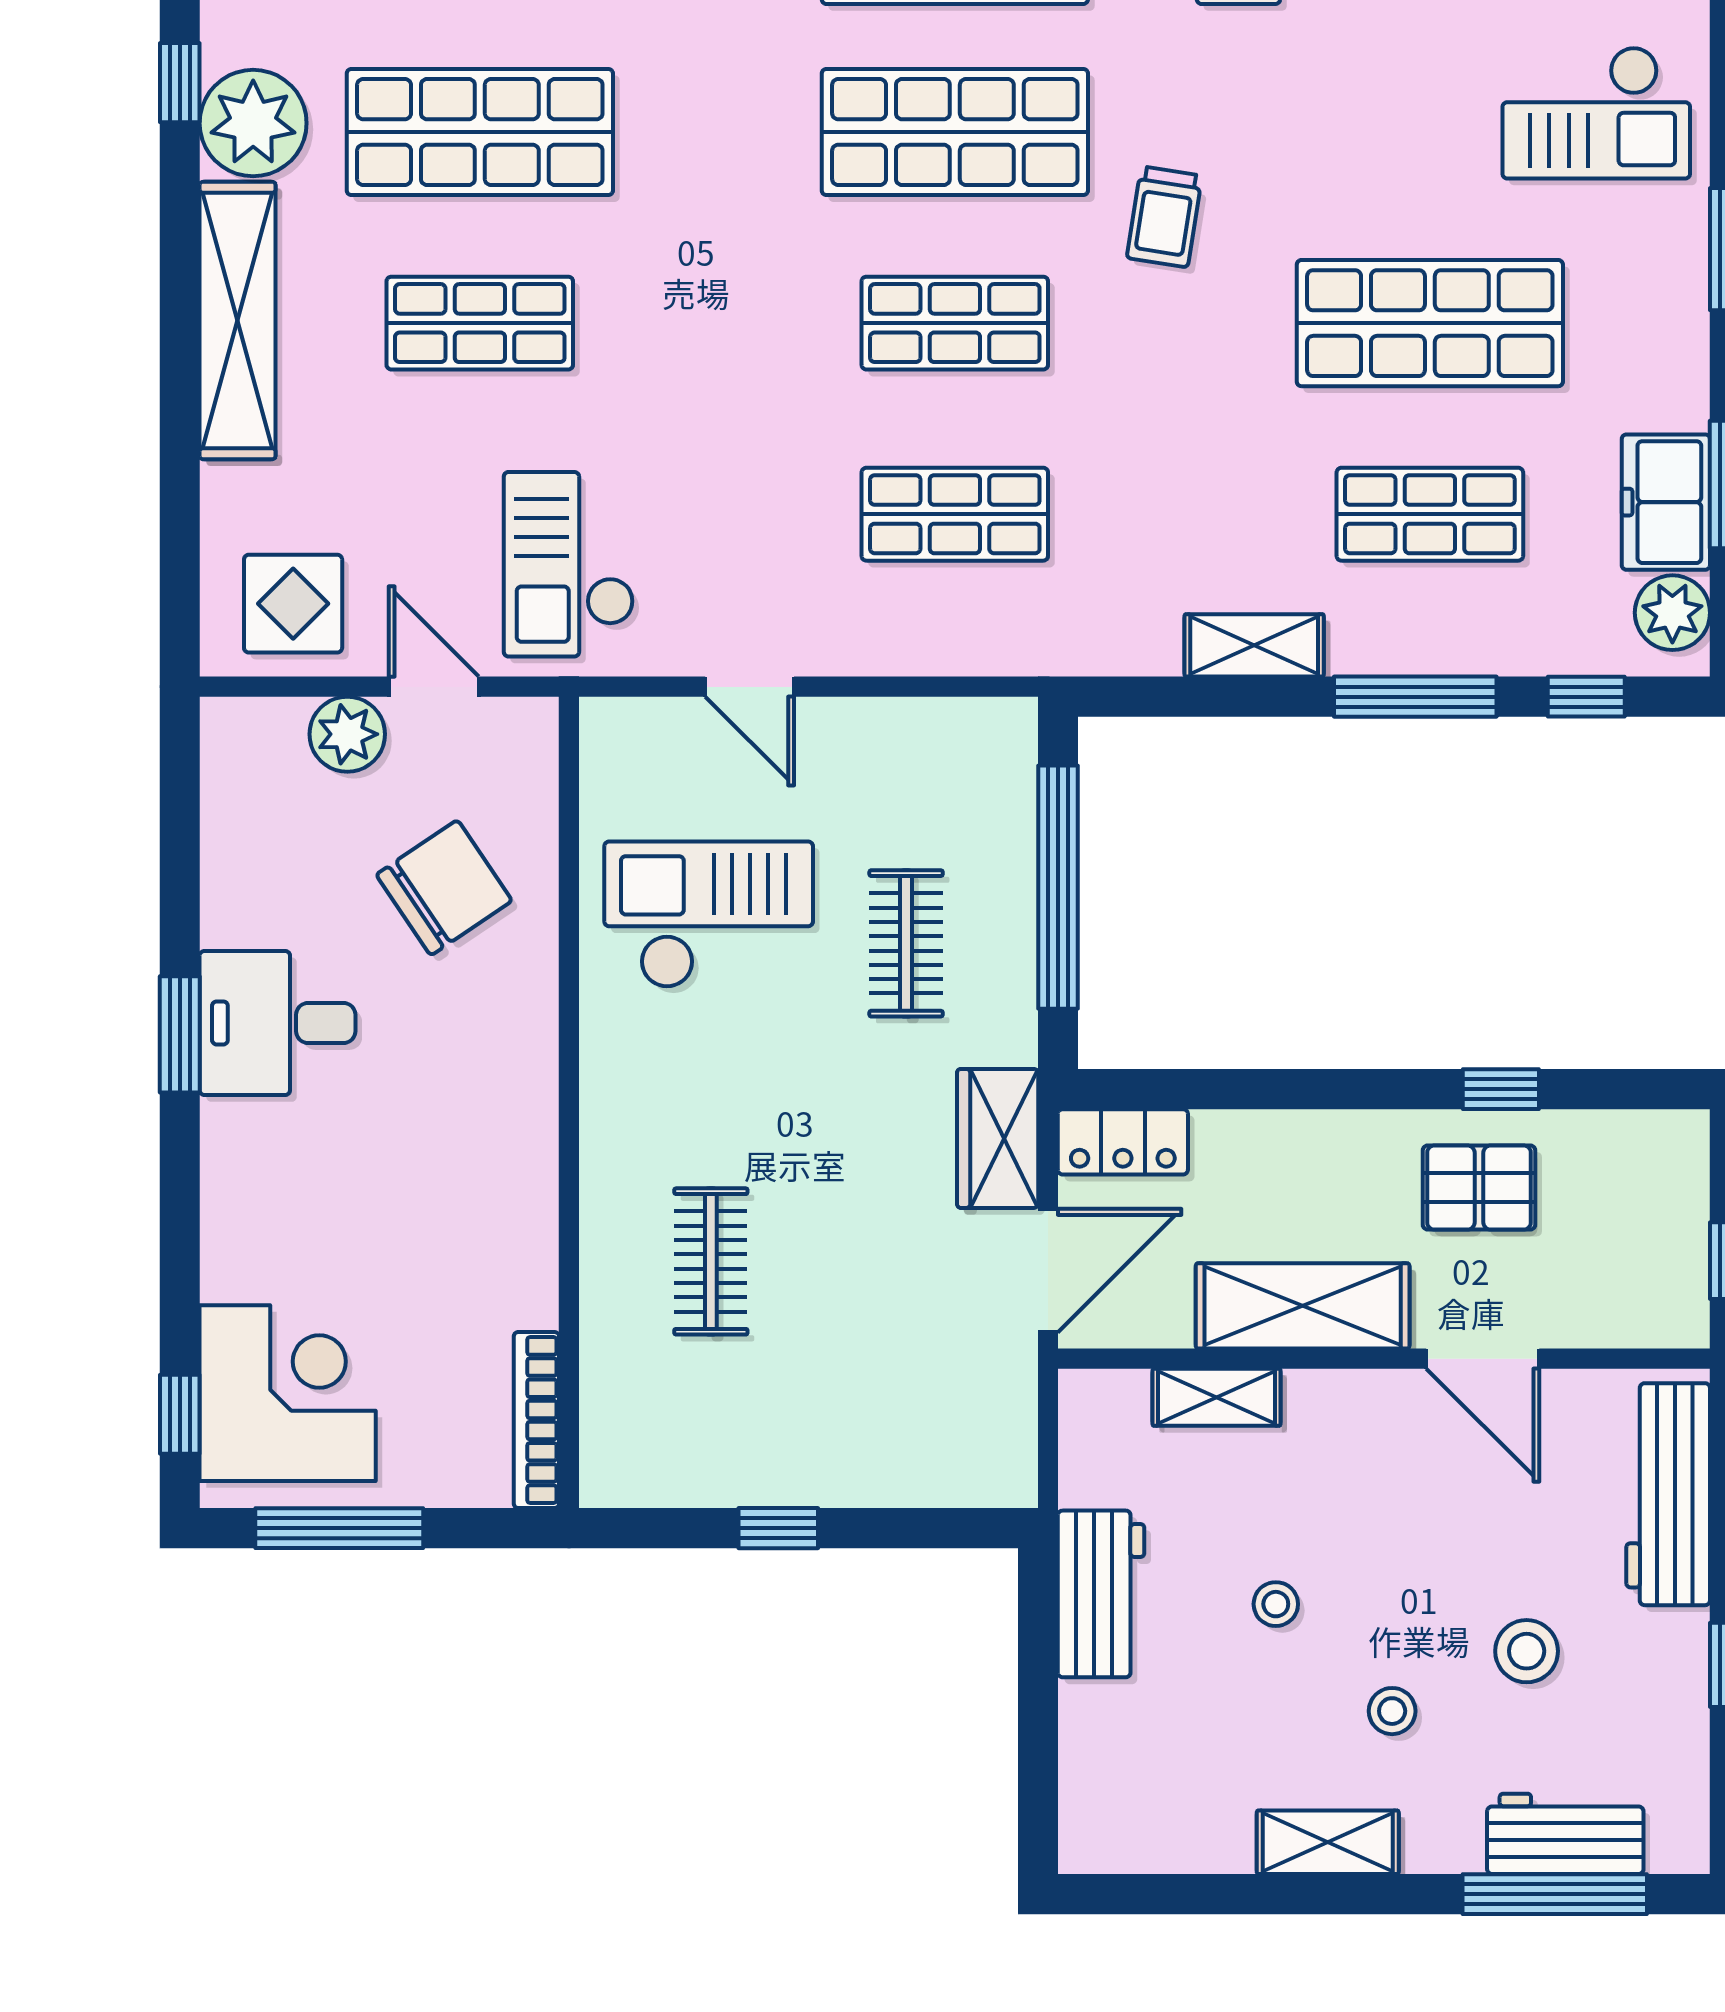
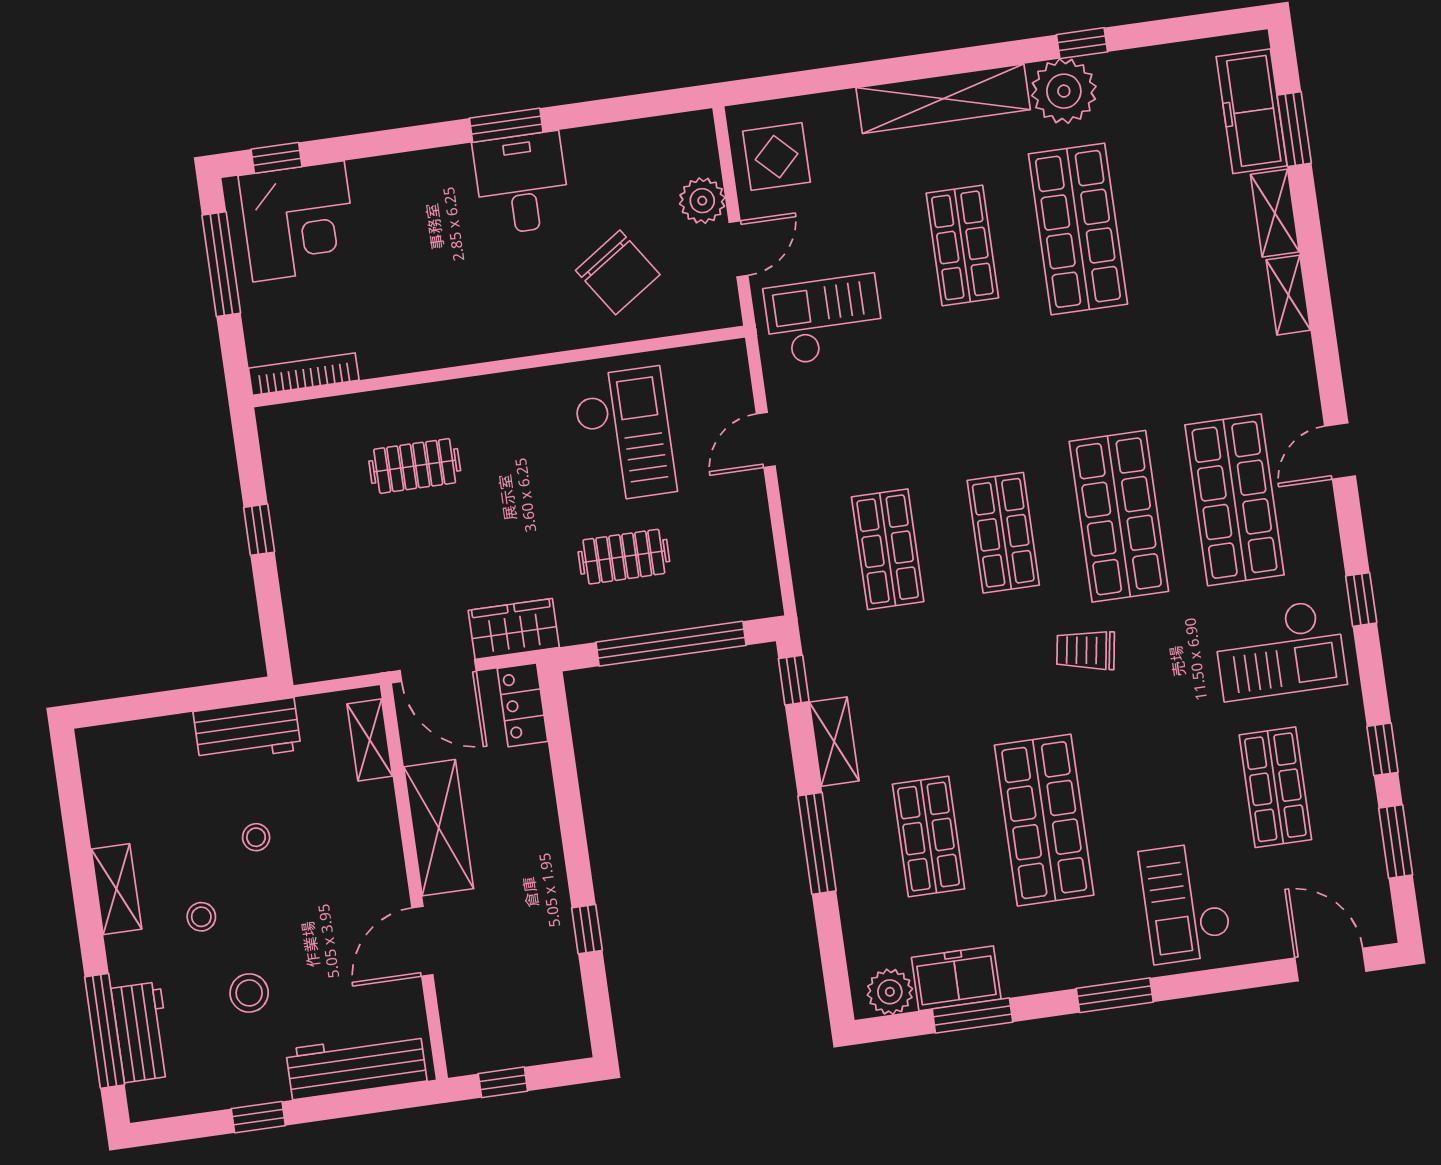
window: (1586, 697) -> (794, 680), moved
pallet: (1479, 1188) -> (525, 924), removed
shelving: (1217, 1397) -> (370, 740), moved

